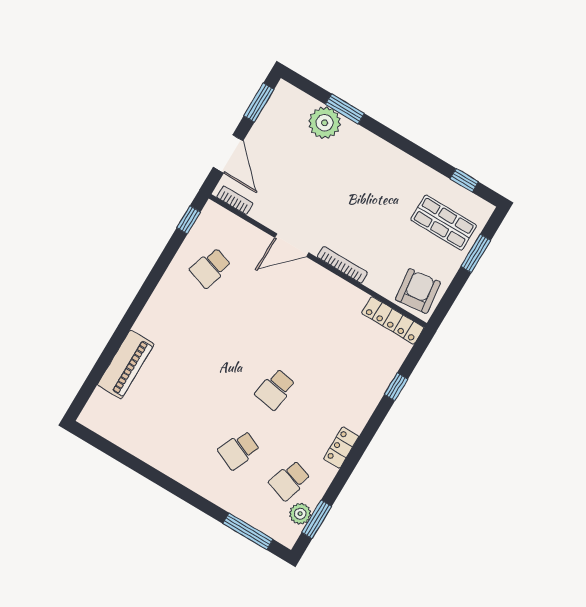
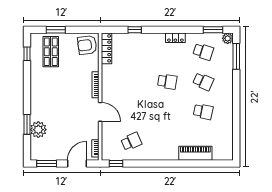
school desk: (210, 268) -> (131, 141), turned -42
school desk: (188, 420) -> (203, 112), added
plant: (300, 514) -> (228, 38), moved

